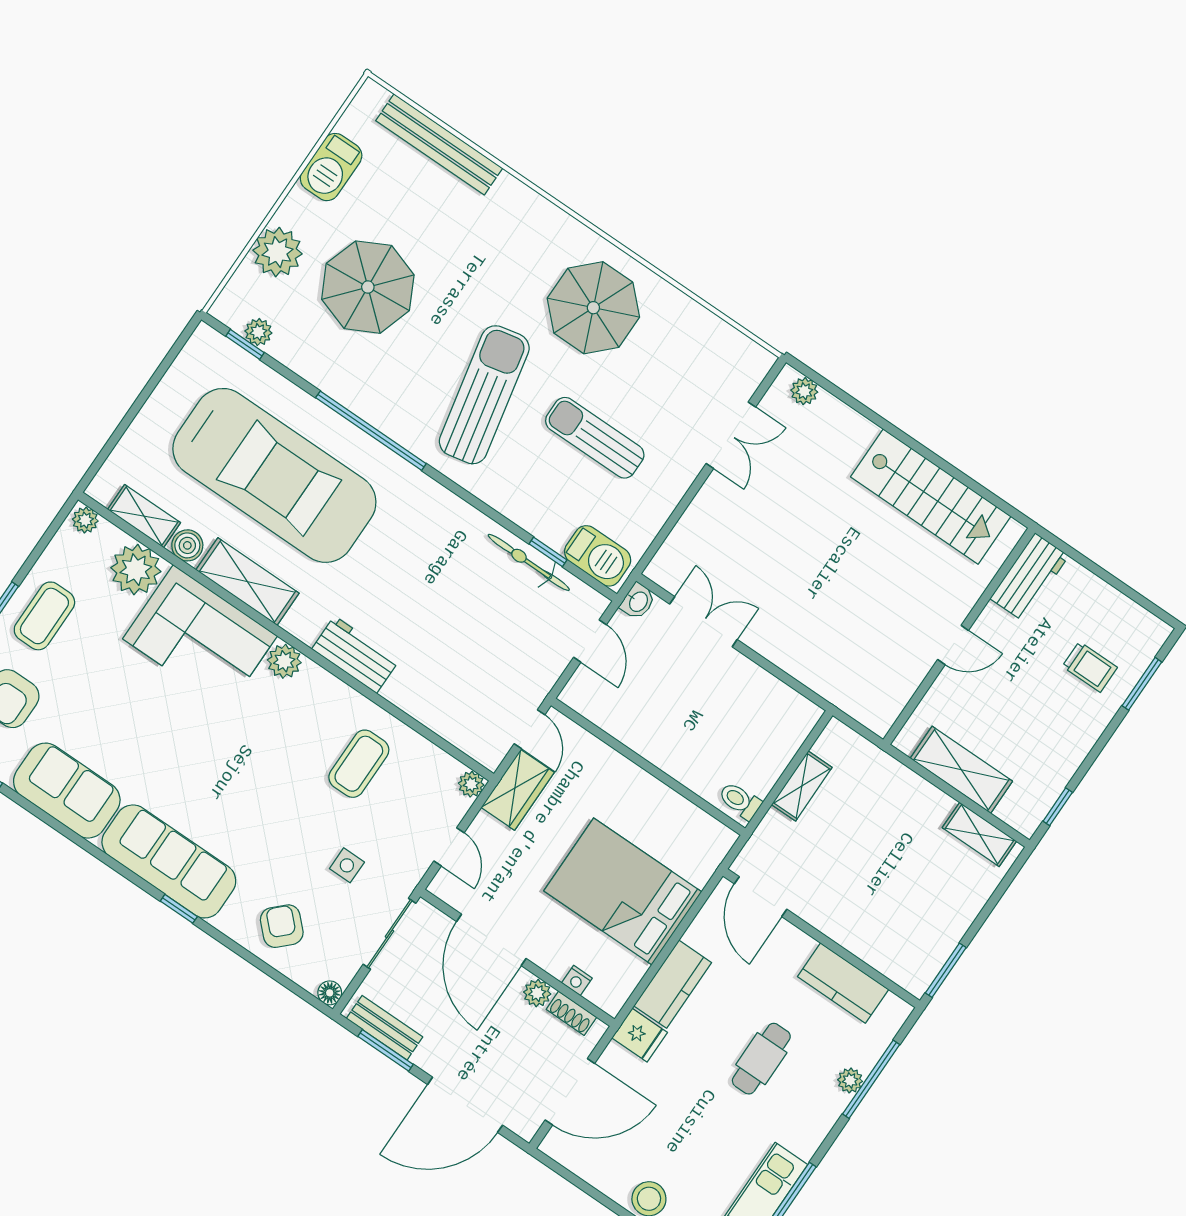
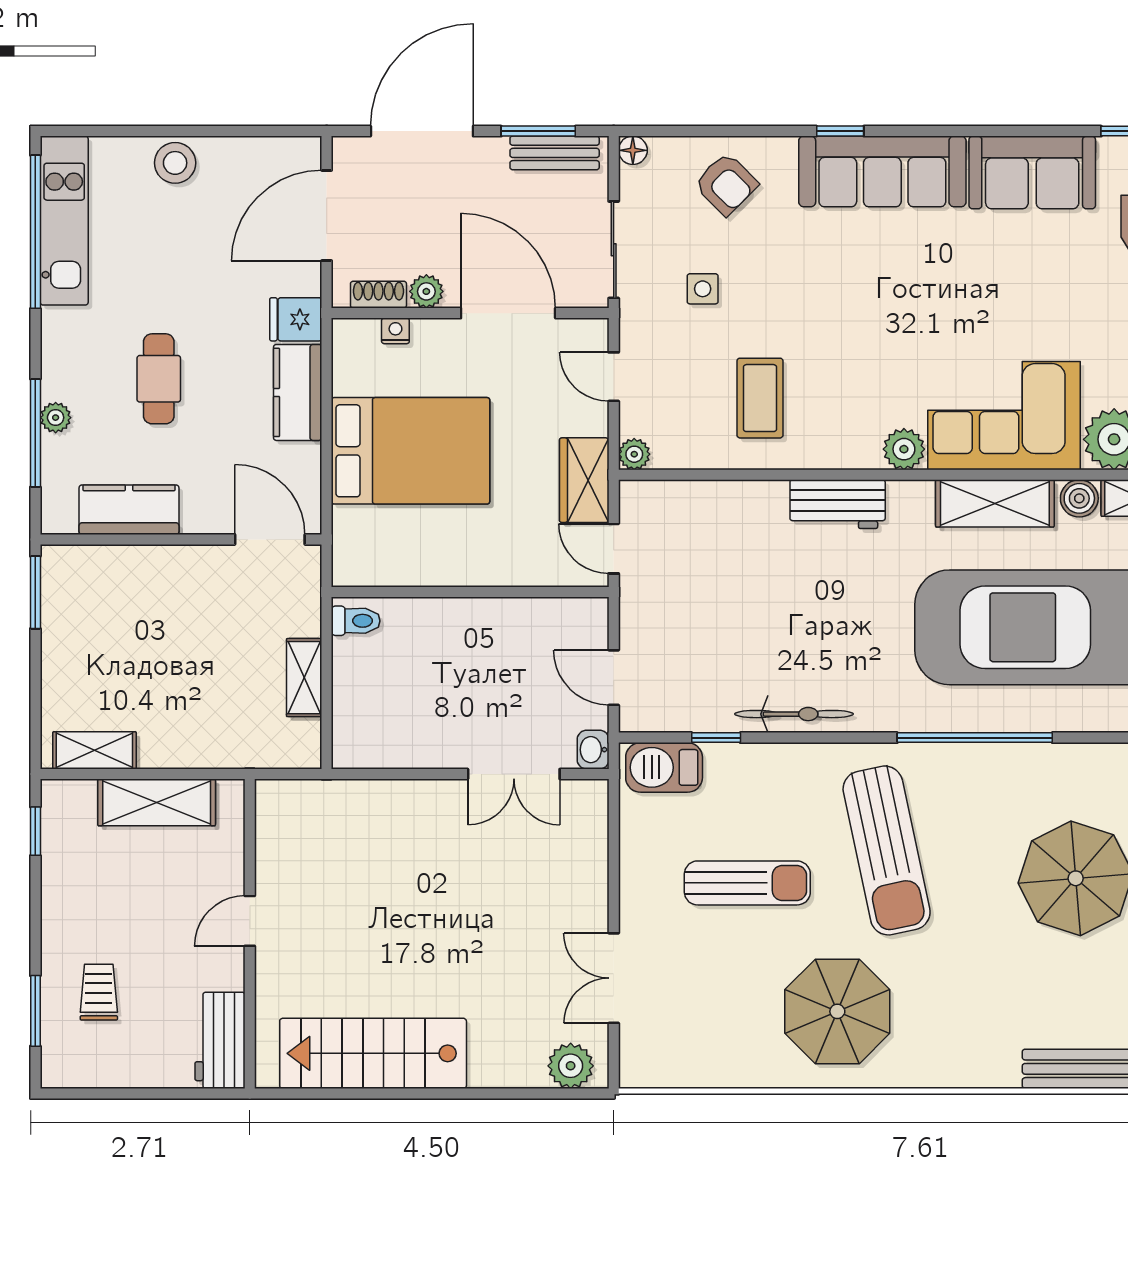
plant: (804, 391) -> (571, 1066), width x1.38, depth x1.38
bicycle: (529, 562) -> (794, 714), moved
trolley: (1090, 667) -> (99, 992), turned 90

